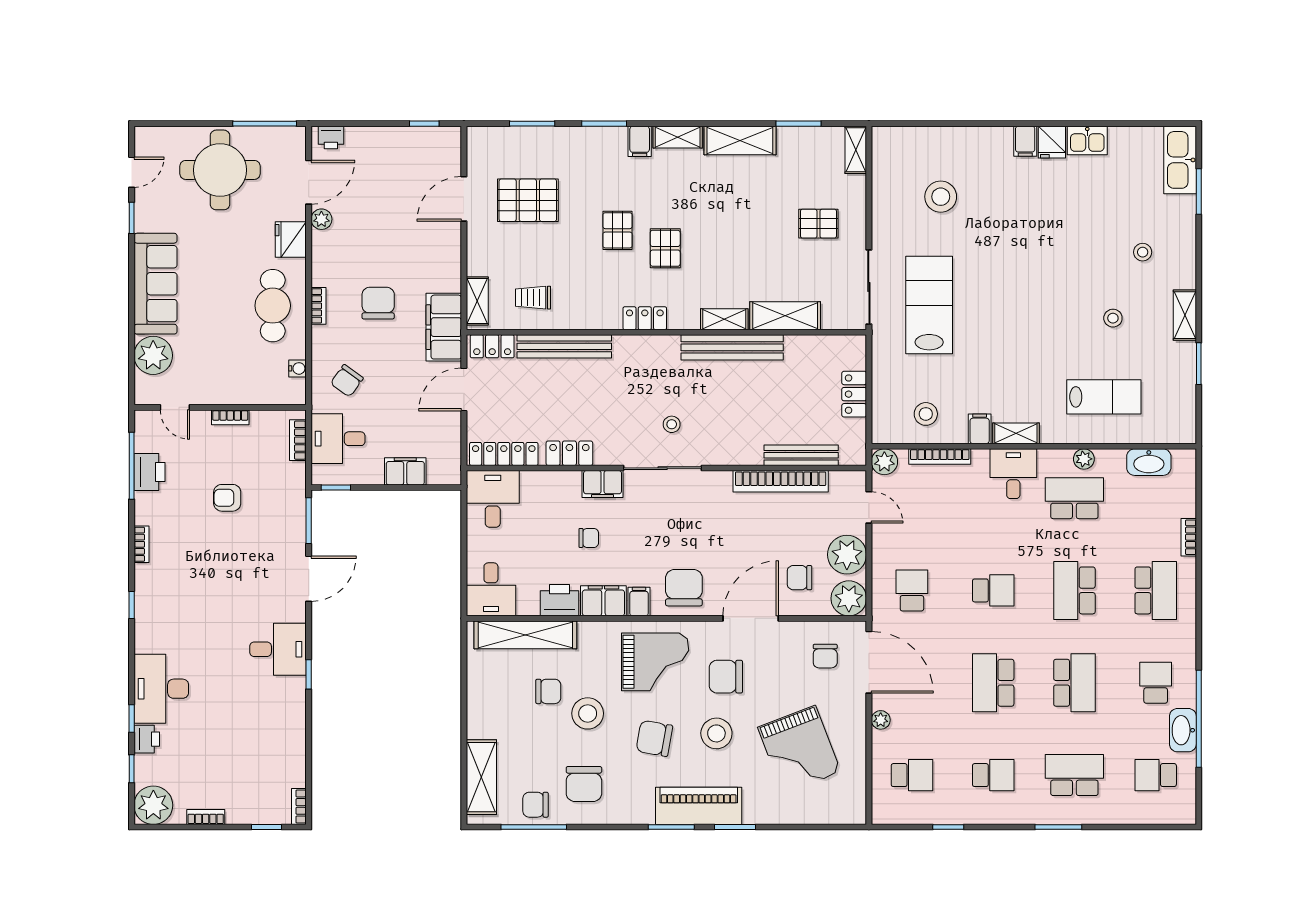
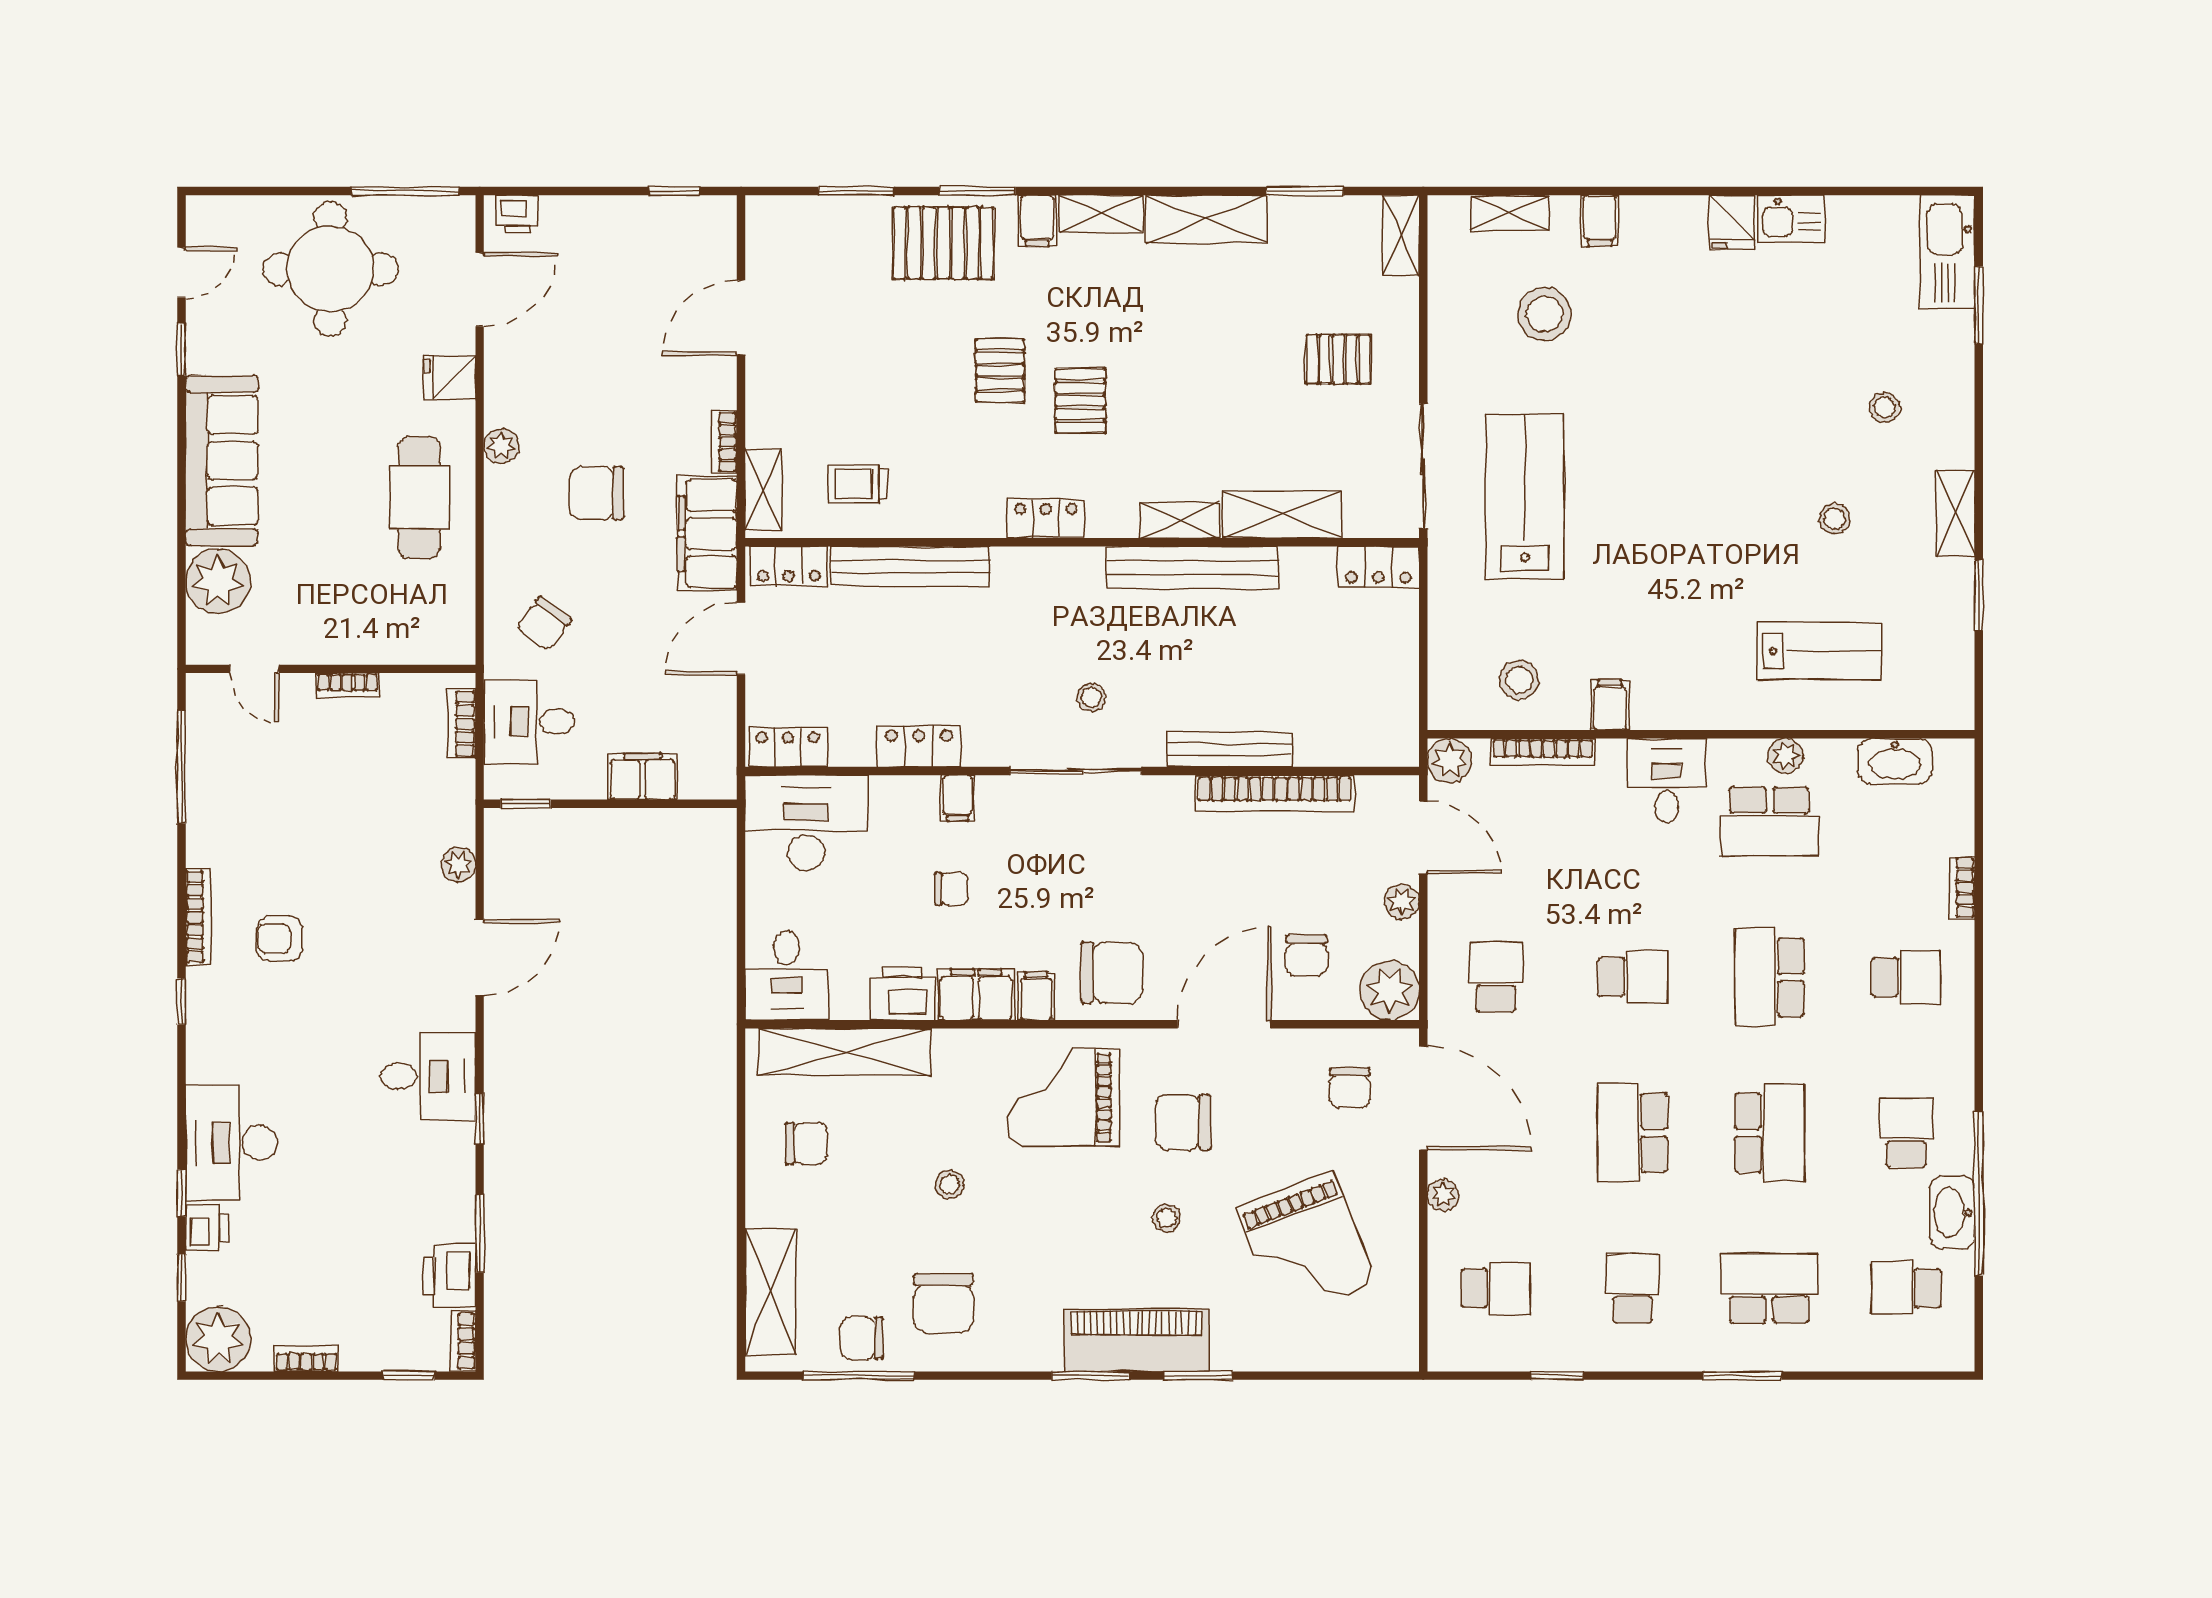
filing cabinet: (1025, 141) -> (1600, 221), moved
pallet: (528, 200) -> (943, 243), moved
plant: (321, 219) -> (501, 446), moved
fridge: (291, 239) -> (449, 378), width x0.72
chair: (378, 303) -> (597, 493), turned -90
bookcase: (318, 306) -> (724, 442), moved, turned 180
water cooler: (298, 368) -> (461, 603), removed
locker: (854, 394) -> (1378, 567), moved, turned -90
shelving: (1016, 433) -> (1510, 213), moved
locker: (504, 454) -> (788, 747), width x0.66
bench: (801, 455) -> (1230, 749), moved
printer: (149, 472) -> (450, 1276), moved, turned 180
filing cabinet: (603, 484) -> (957, 798), width x0.50
armchair: (227, 498) -> (279, 938), moved
school desk: (1074, 498) -> (1769, 822), turned 180
desk: (493, 499) -> (806, 823), width x1.37
door: (869, 507) -> (1423, 837), width x1.38
window: (309, 521) -> (480, 1233), moved
plant: (296, 524) -> (458, 865), added
bookcase: (141, 544) -> (198, 917), width x1.56
plant: (847, 555) -> (1402, 902), width x0.53, depth x0.53
chair: (800, 578) -> (1306, 956), turned -90
chair: (684, 588) -> (1112, 973), turned 90
school desk: (1156, 590) -> (1906, 977), width x0.54
grand piano: (655, 662) -> (1063, 1097), turned 180
chair: (548, 691) -> (807, 1144), moved
stool: (588, 713) -> (950, 1184), width x0.53, depth x0.53
stool: (716, 733) -> (1167, 1218), width x0.53, depth x0.53
chair: (654, 738) -> (1062, 1226), removed
school desk: (993, 775) -> (1633, 1288), turned -90

